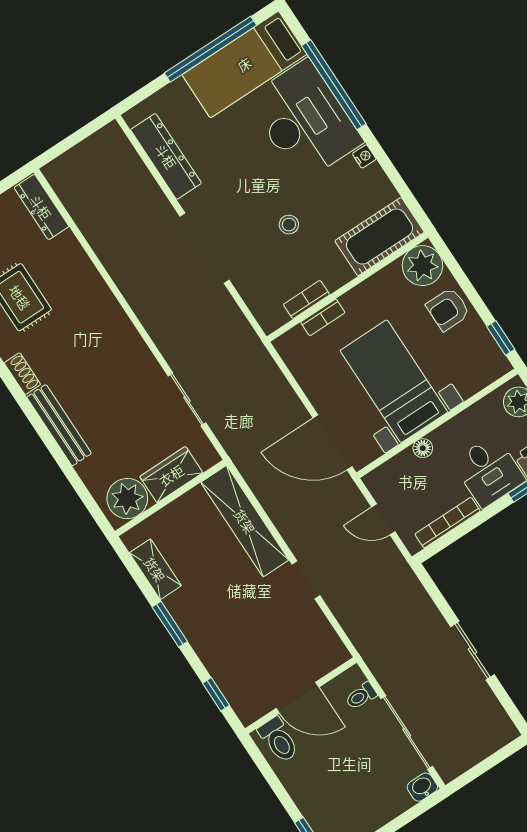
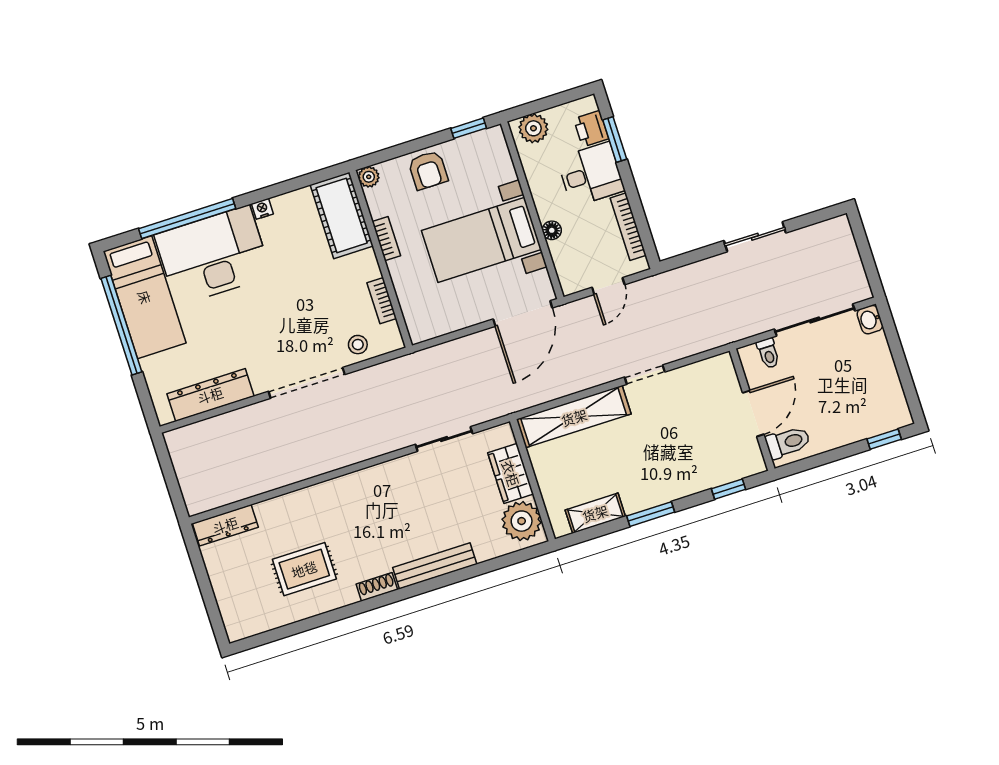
stool: (289, 225) -> (358, 345), moved
plant: (422, 266) -> (369, 177), width x0.53, depth x0.53
bookcase: (323, 317) -> (386, 239), moved

